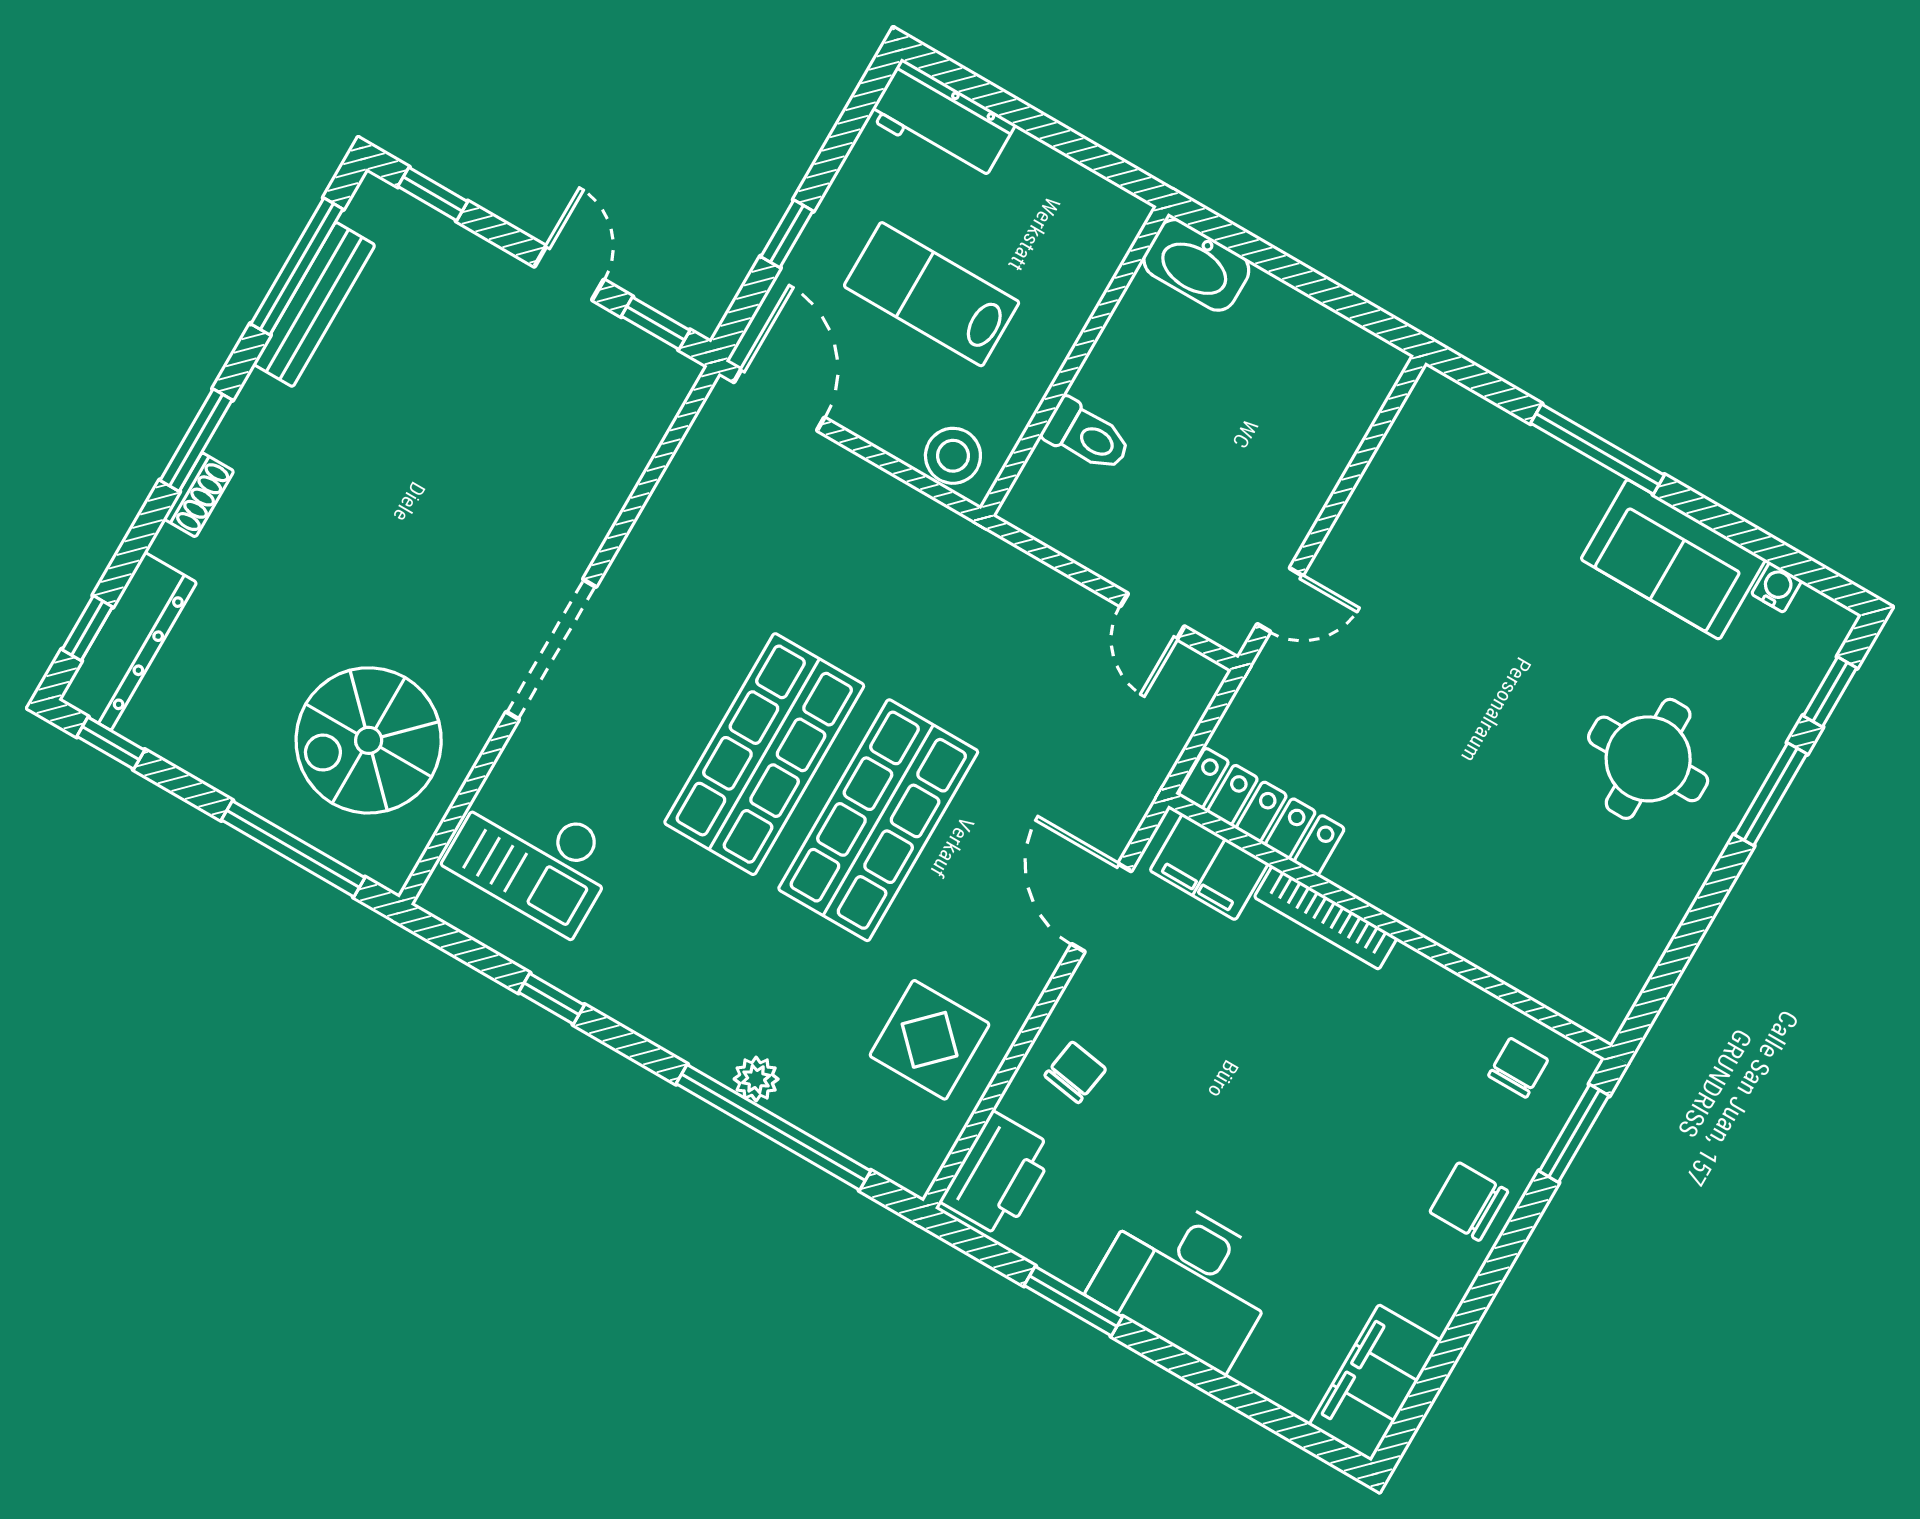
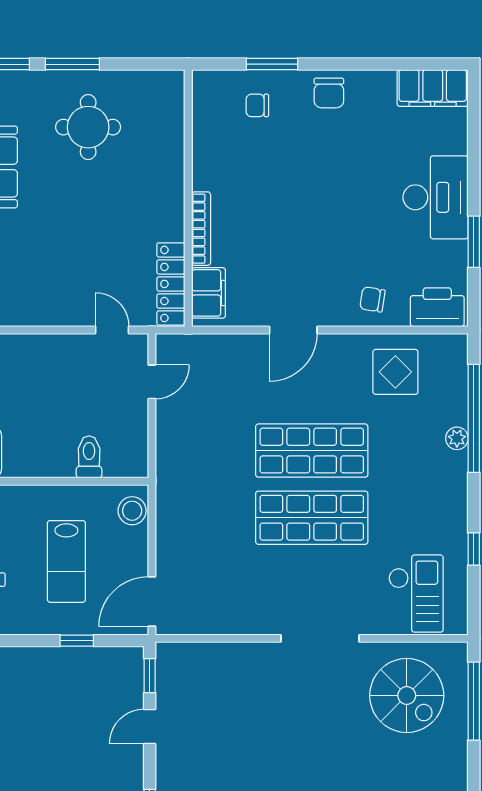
locker: (1261, 812) -> (171, 284), moved
filing cabinet: (1209, 867) -> (209, 293), moved
bookcase: (1326, 918) -> (201, 229), moved
wall: (1390, 926) -> (188, 198), moved

